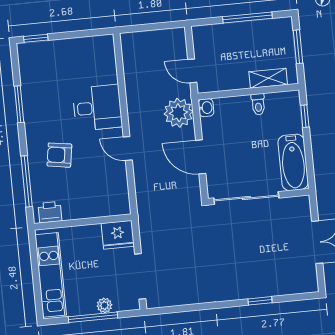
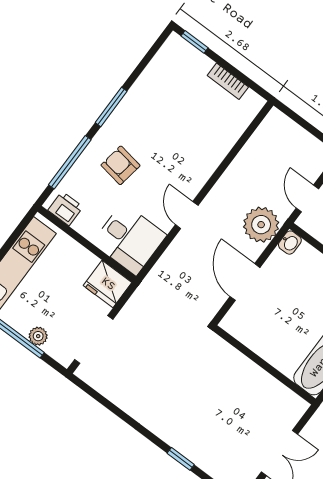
bookcase: (78, 44) -> (228, 81), added
window: (19, 104) -> (111, 107), moved
desk: (97, 108) -> (129, 239), moved
sliding door: (246, 198) -> (252, 356), removed

